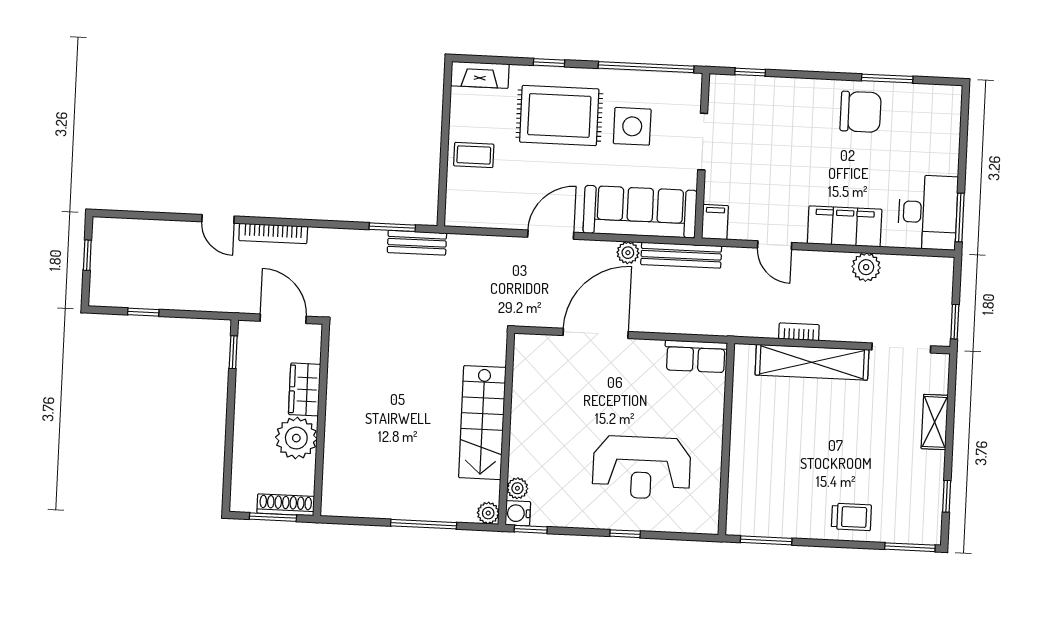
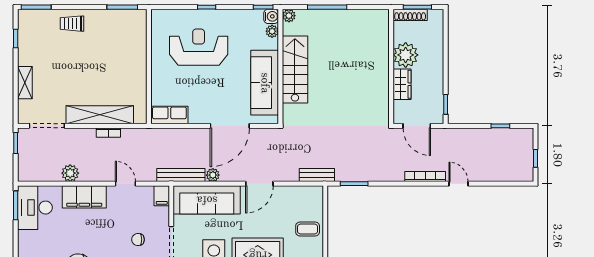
chair: (758, 151) -> (138, 240), added
bench: (417, 243) -> (317, 175), moved
sofa: (534, 403) -> (265, 83), added

